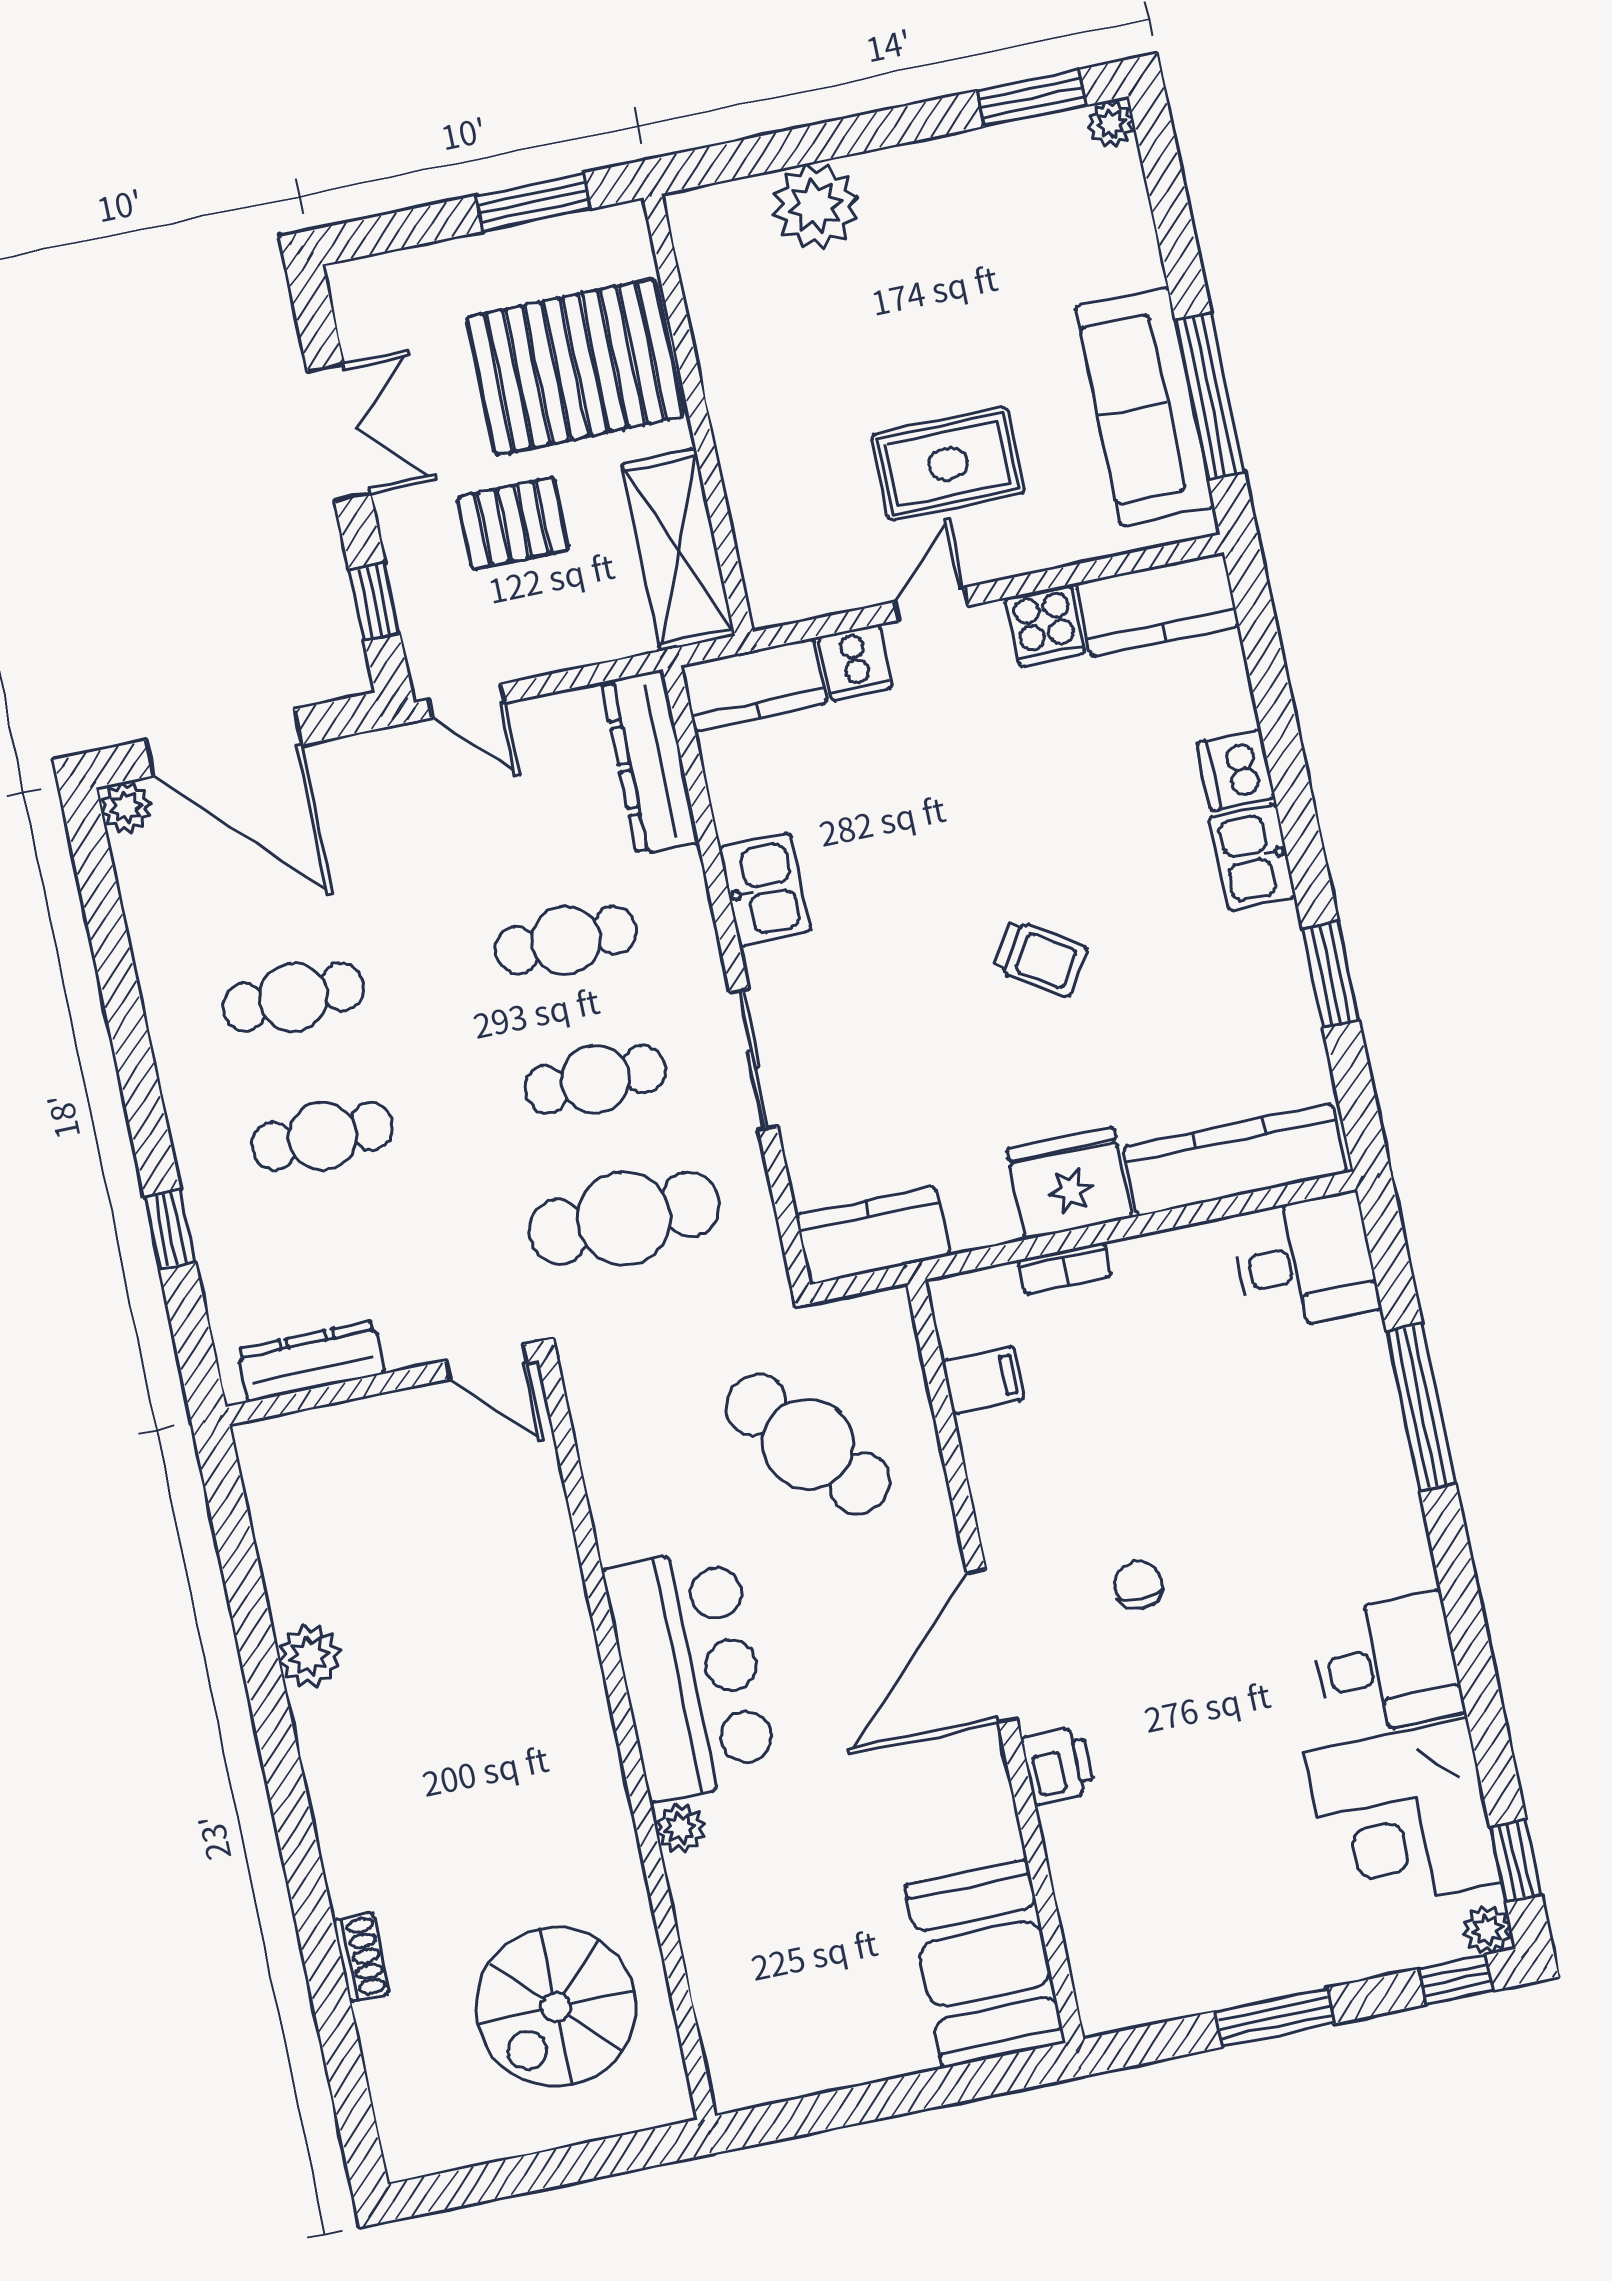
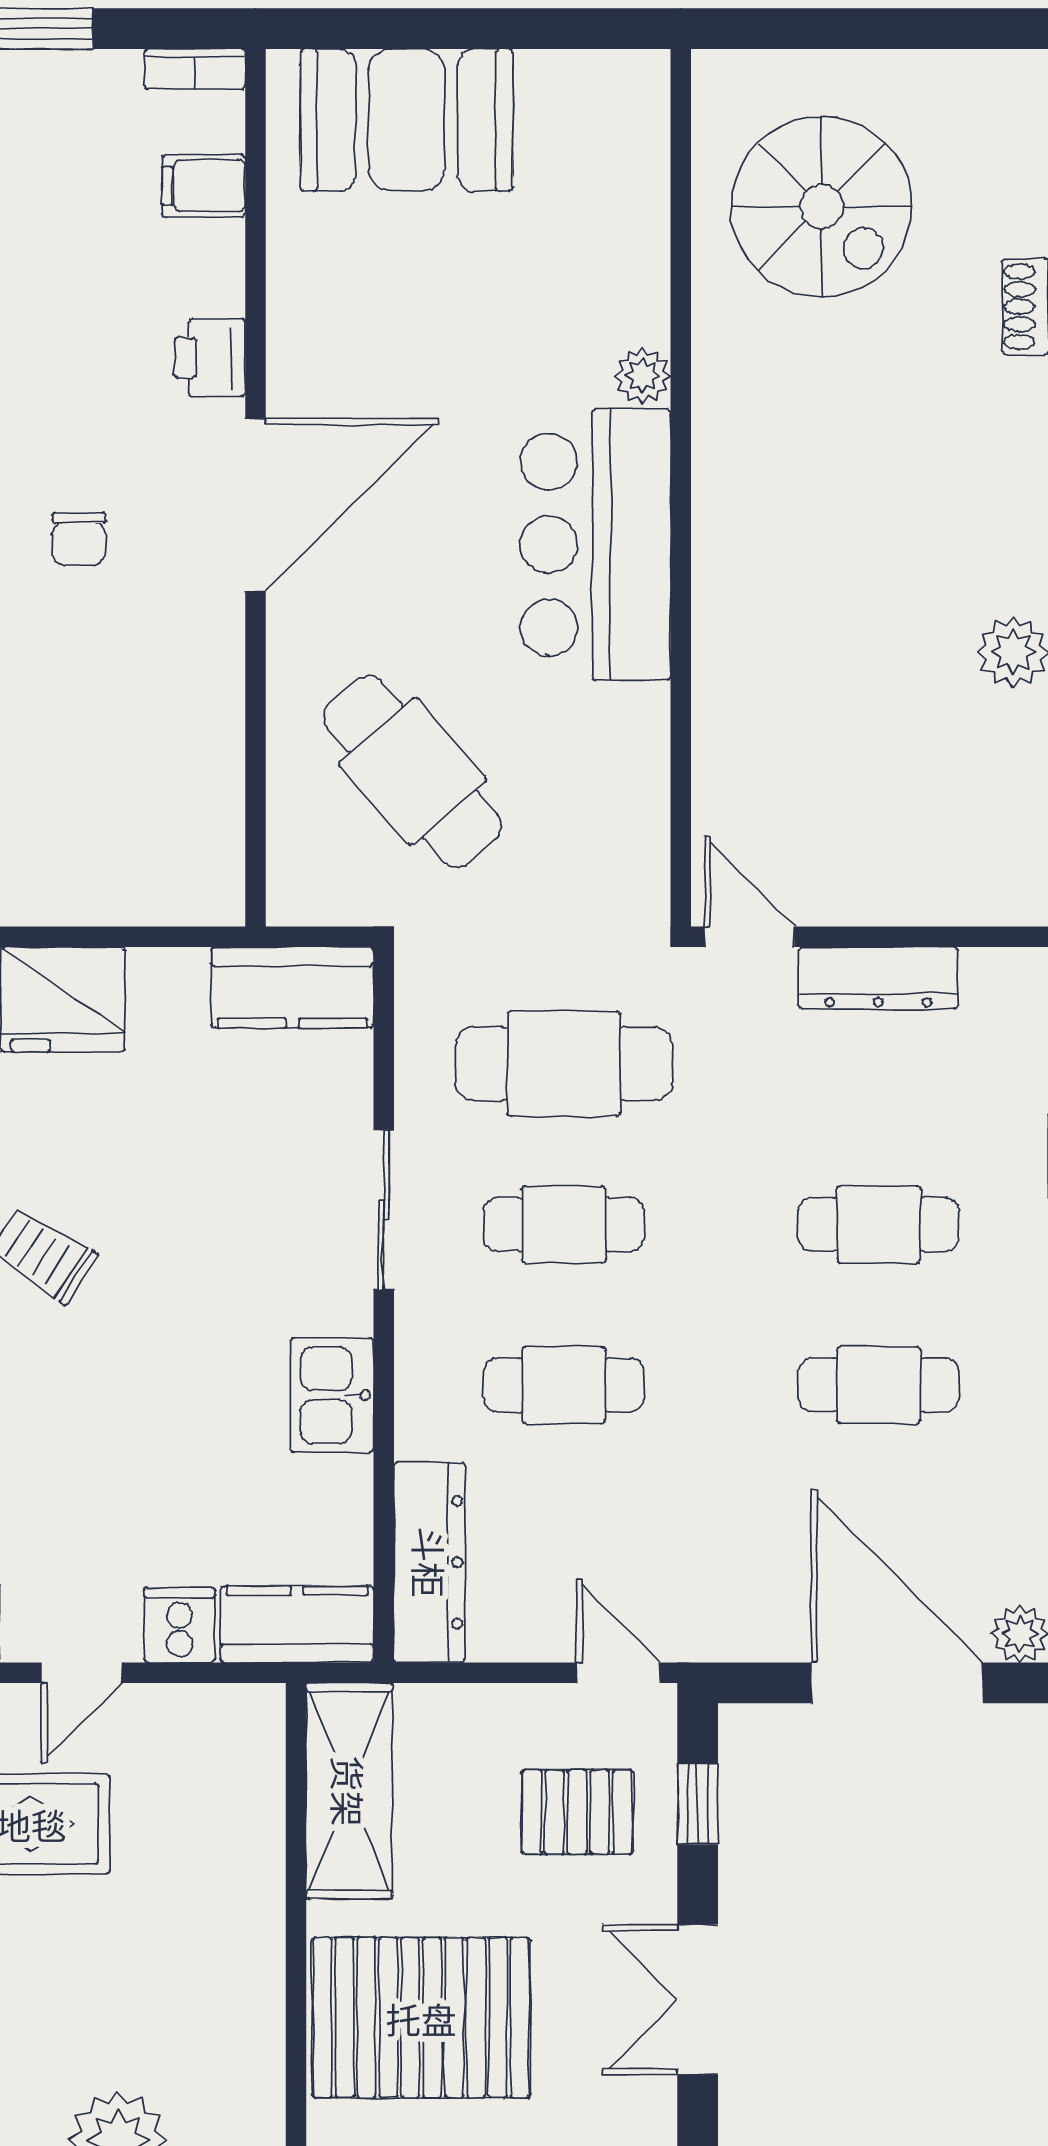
pallet: (513, 523) -> (577, 1812), moved
bookcase: (1065, 1268) -> (195, 69), moved, turned 180
dresser: (311, 1361) -> (878, 978), moved
filing cabinet: (983, 1380) -> (204, 186), moved
booth: (985, 1964) -> (406, 120), moved, turned 90
spiral stairs: (556, 2007) -> (822, 207), turned 90

